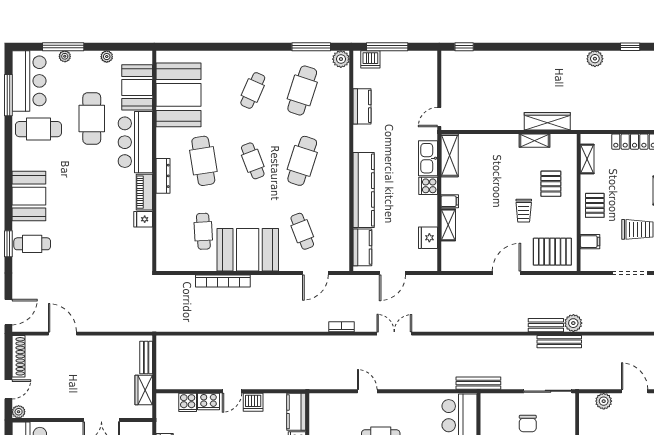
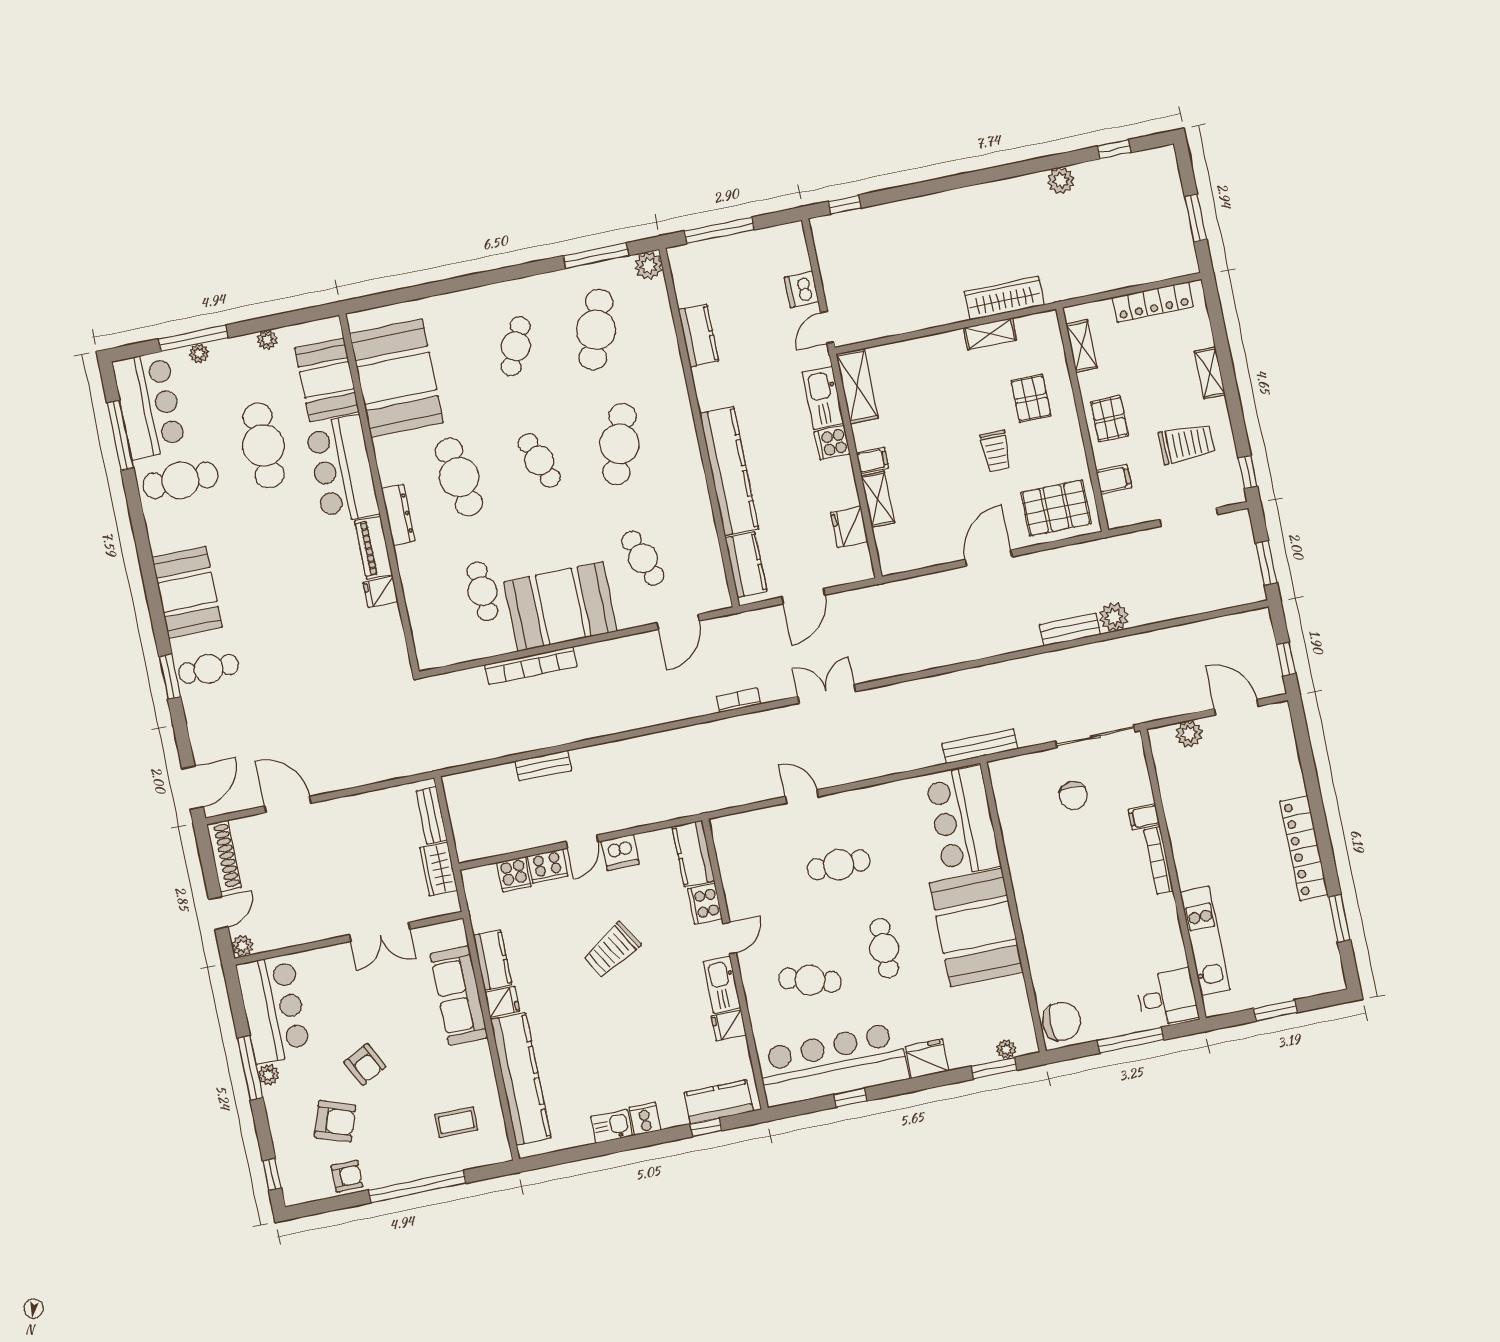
dishwasher: (370, 59) -> (802, 290), moved, turned 90
bench: (559, 342) -> (543, 766), moved, width x0.73

